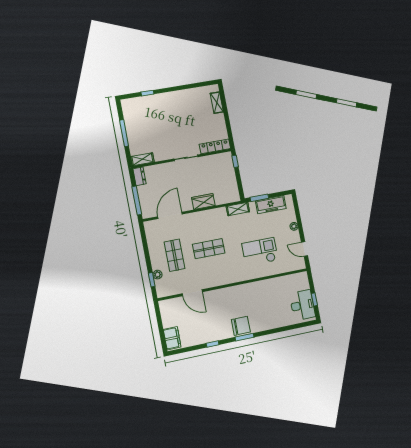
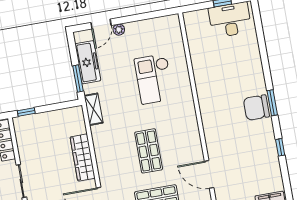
wardrobe: (203, 201) -> (83, 158), width x1.50
door: (305, 249) -> (101, 24), moved
door: (192, 293) -> (209, 174), swing flipped
chair: (241, 326) -> (256, 108), turned -90

